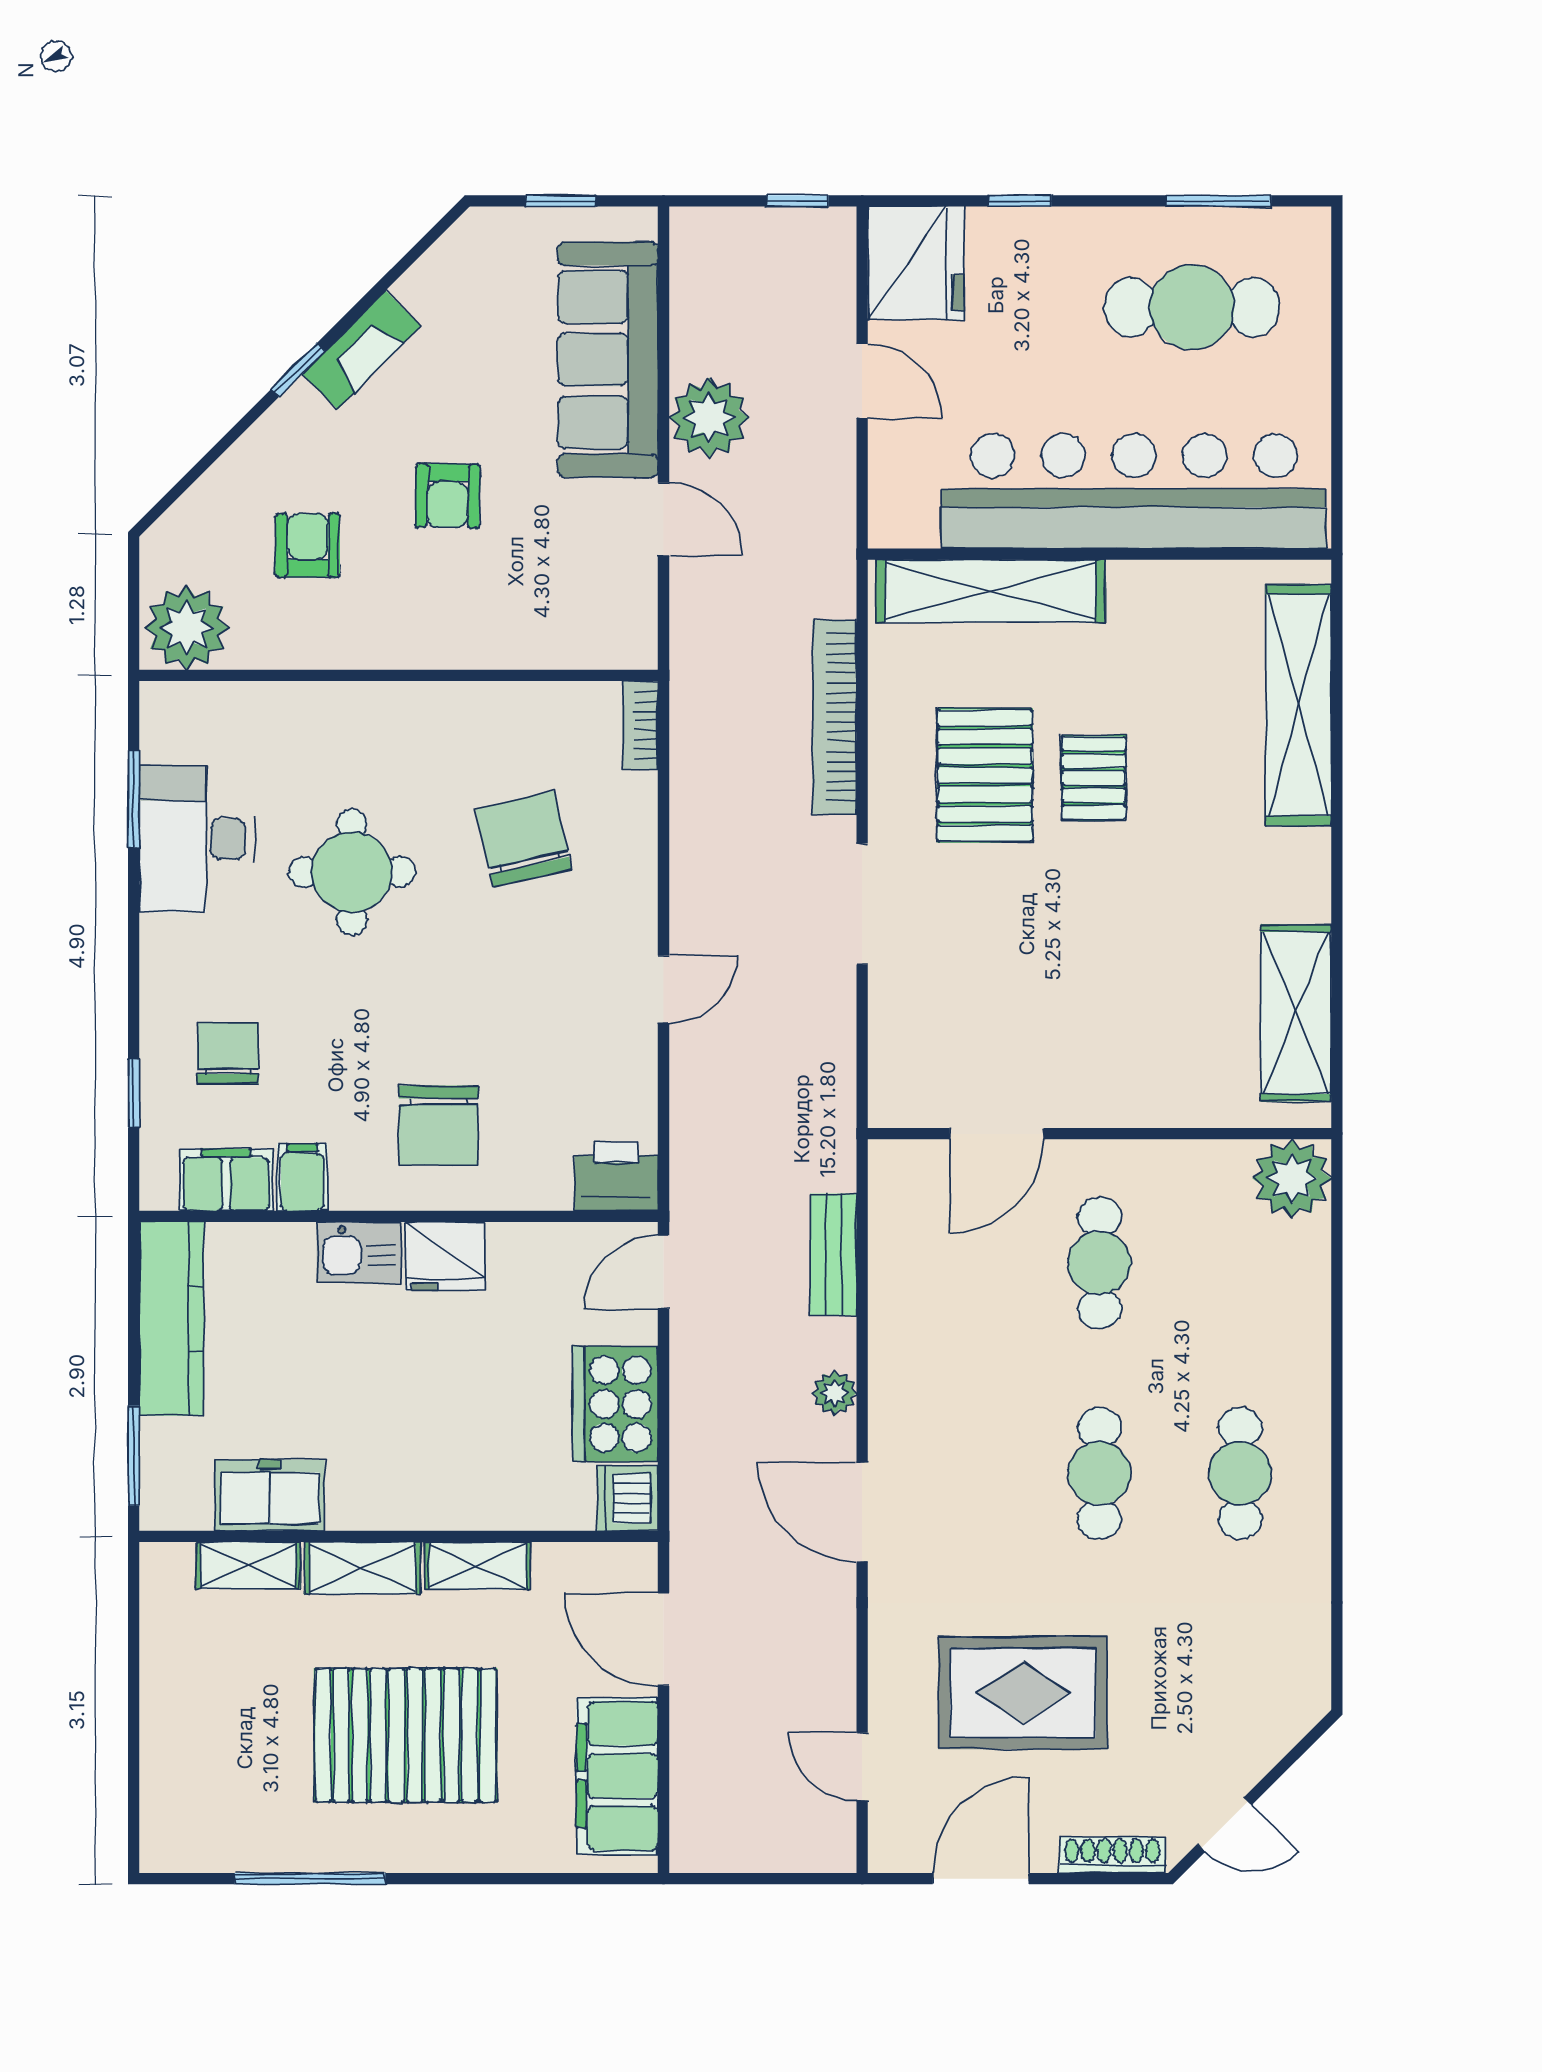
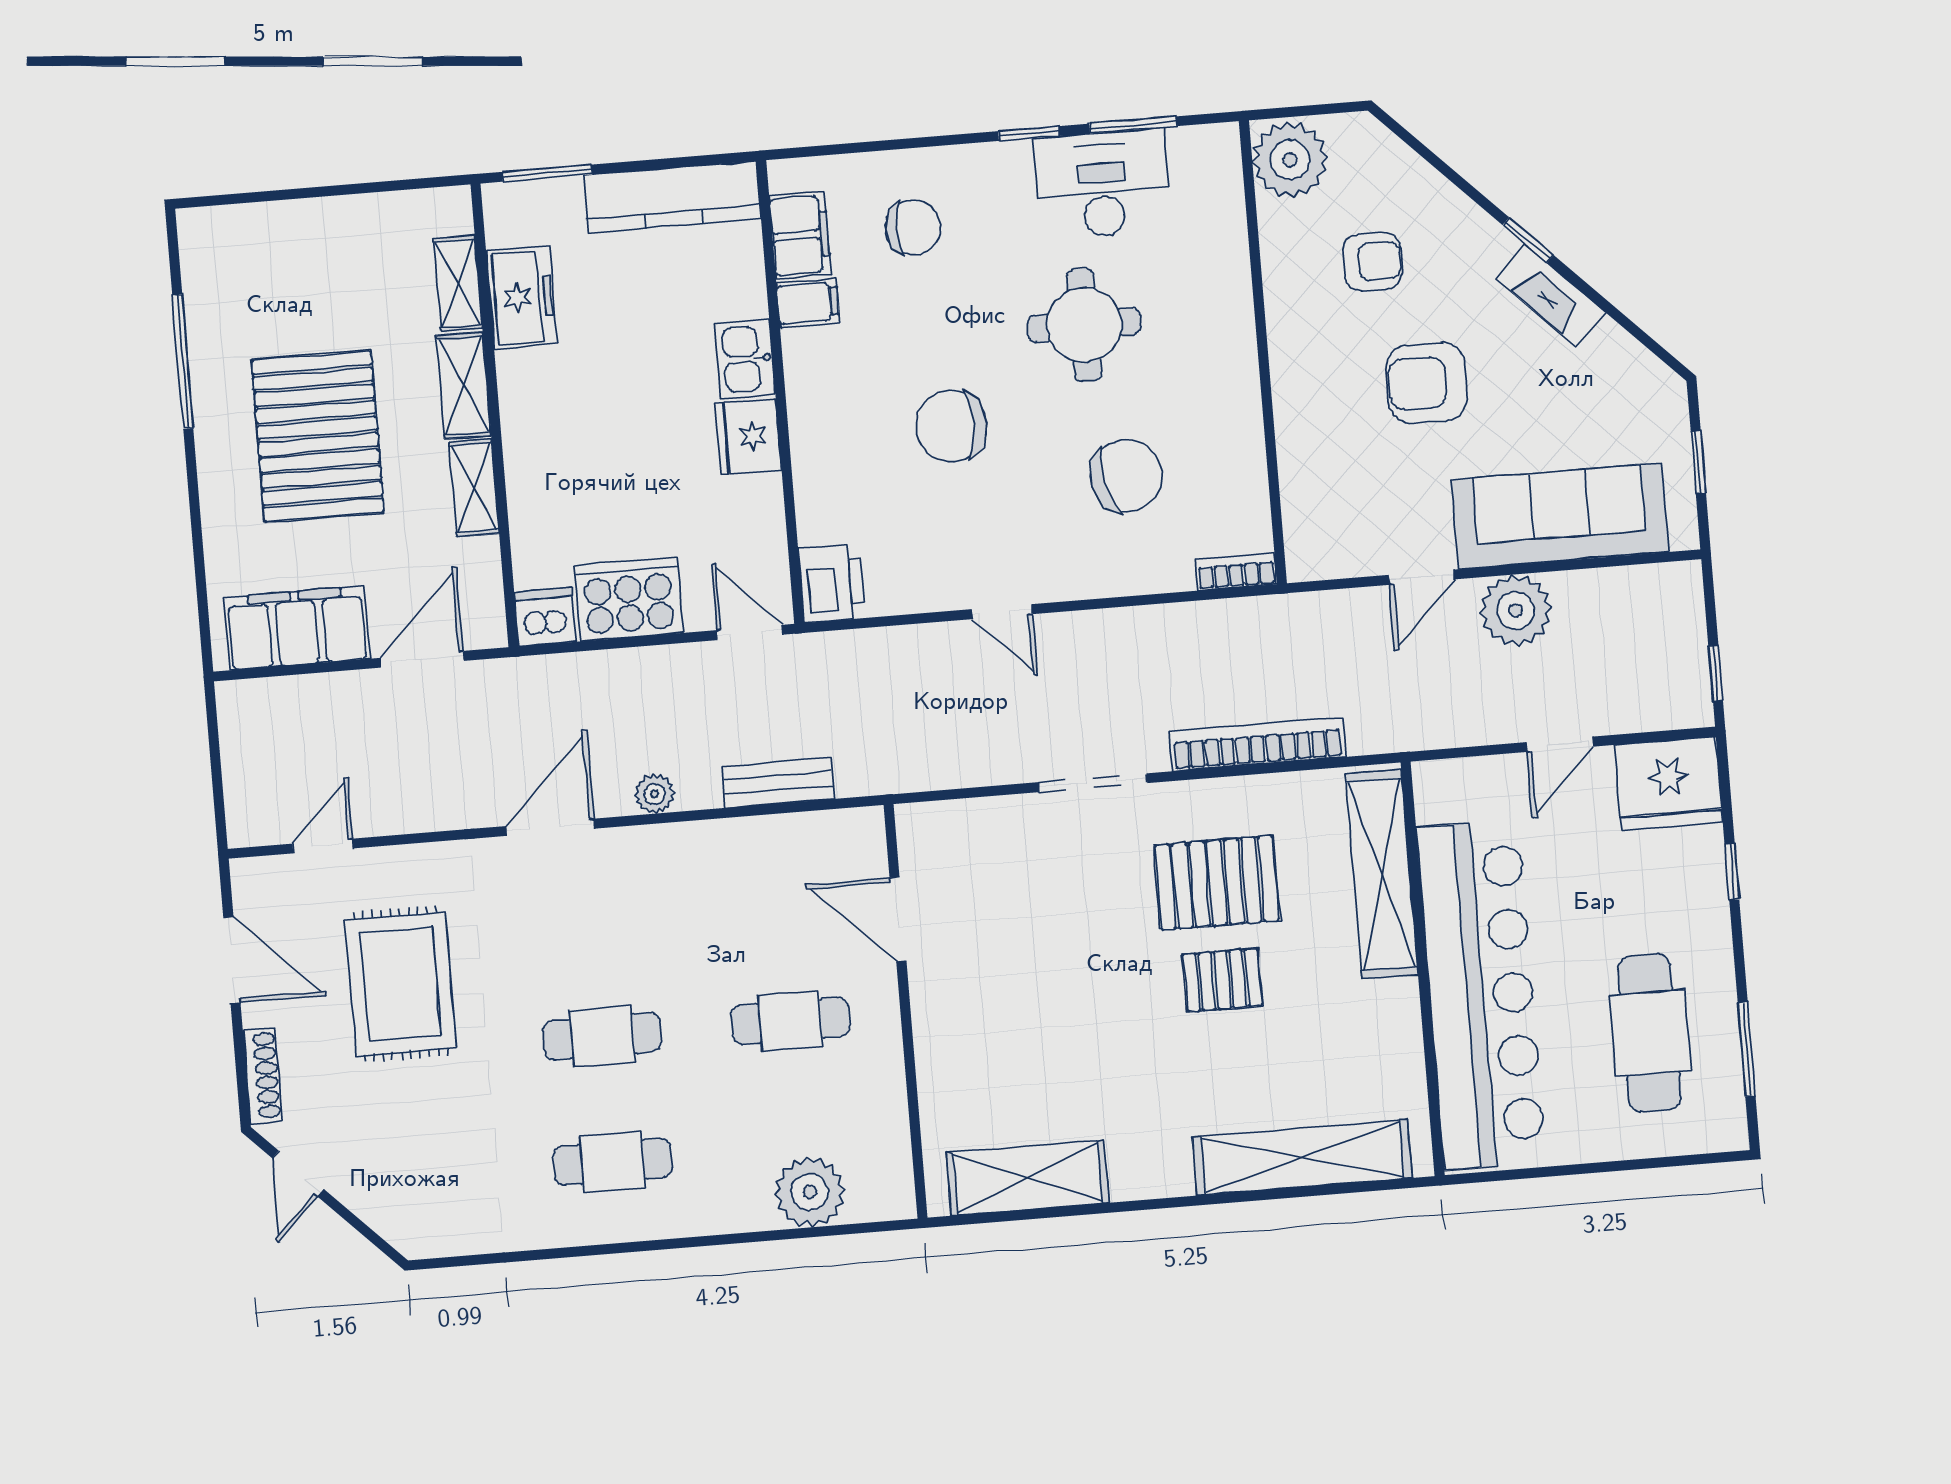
armchair: (448, 496) -> (1427, 383), width x1.38, depth x1.38
window: (134, 1093) -> (1029, 133), moved
chair: (439, 1125) -> (951, 426), moved
plant: (1292, 1178) -> (810, 1192), moved

